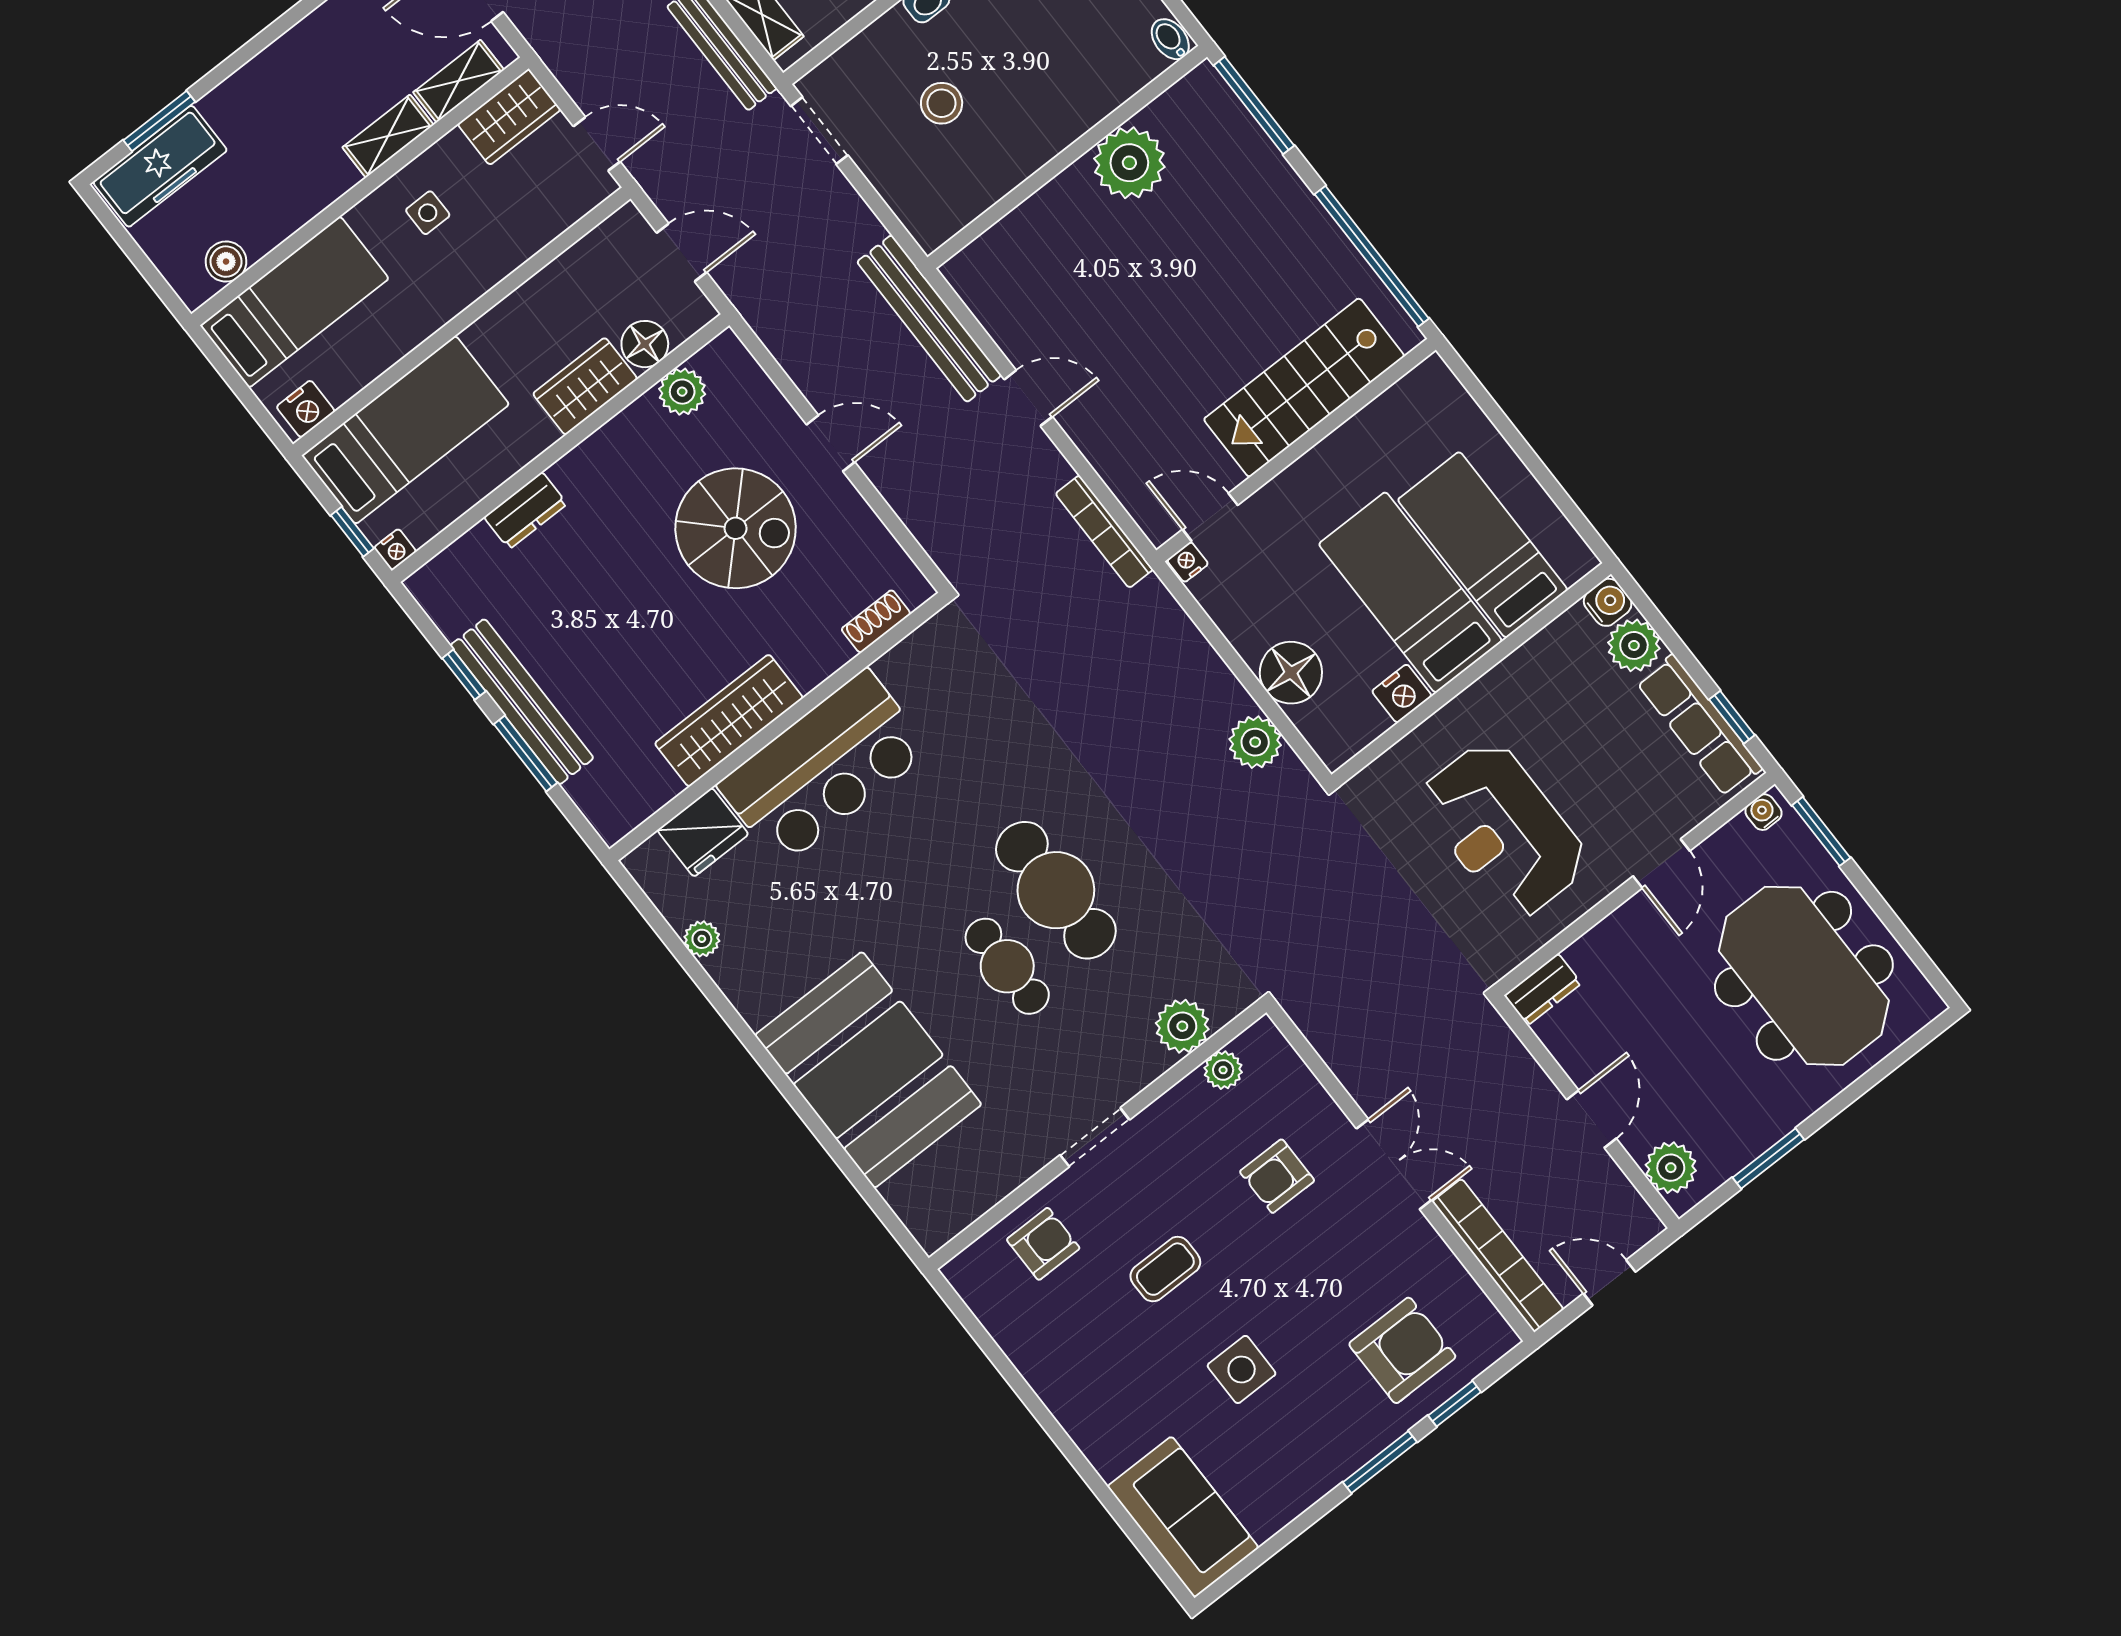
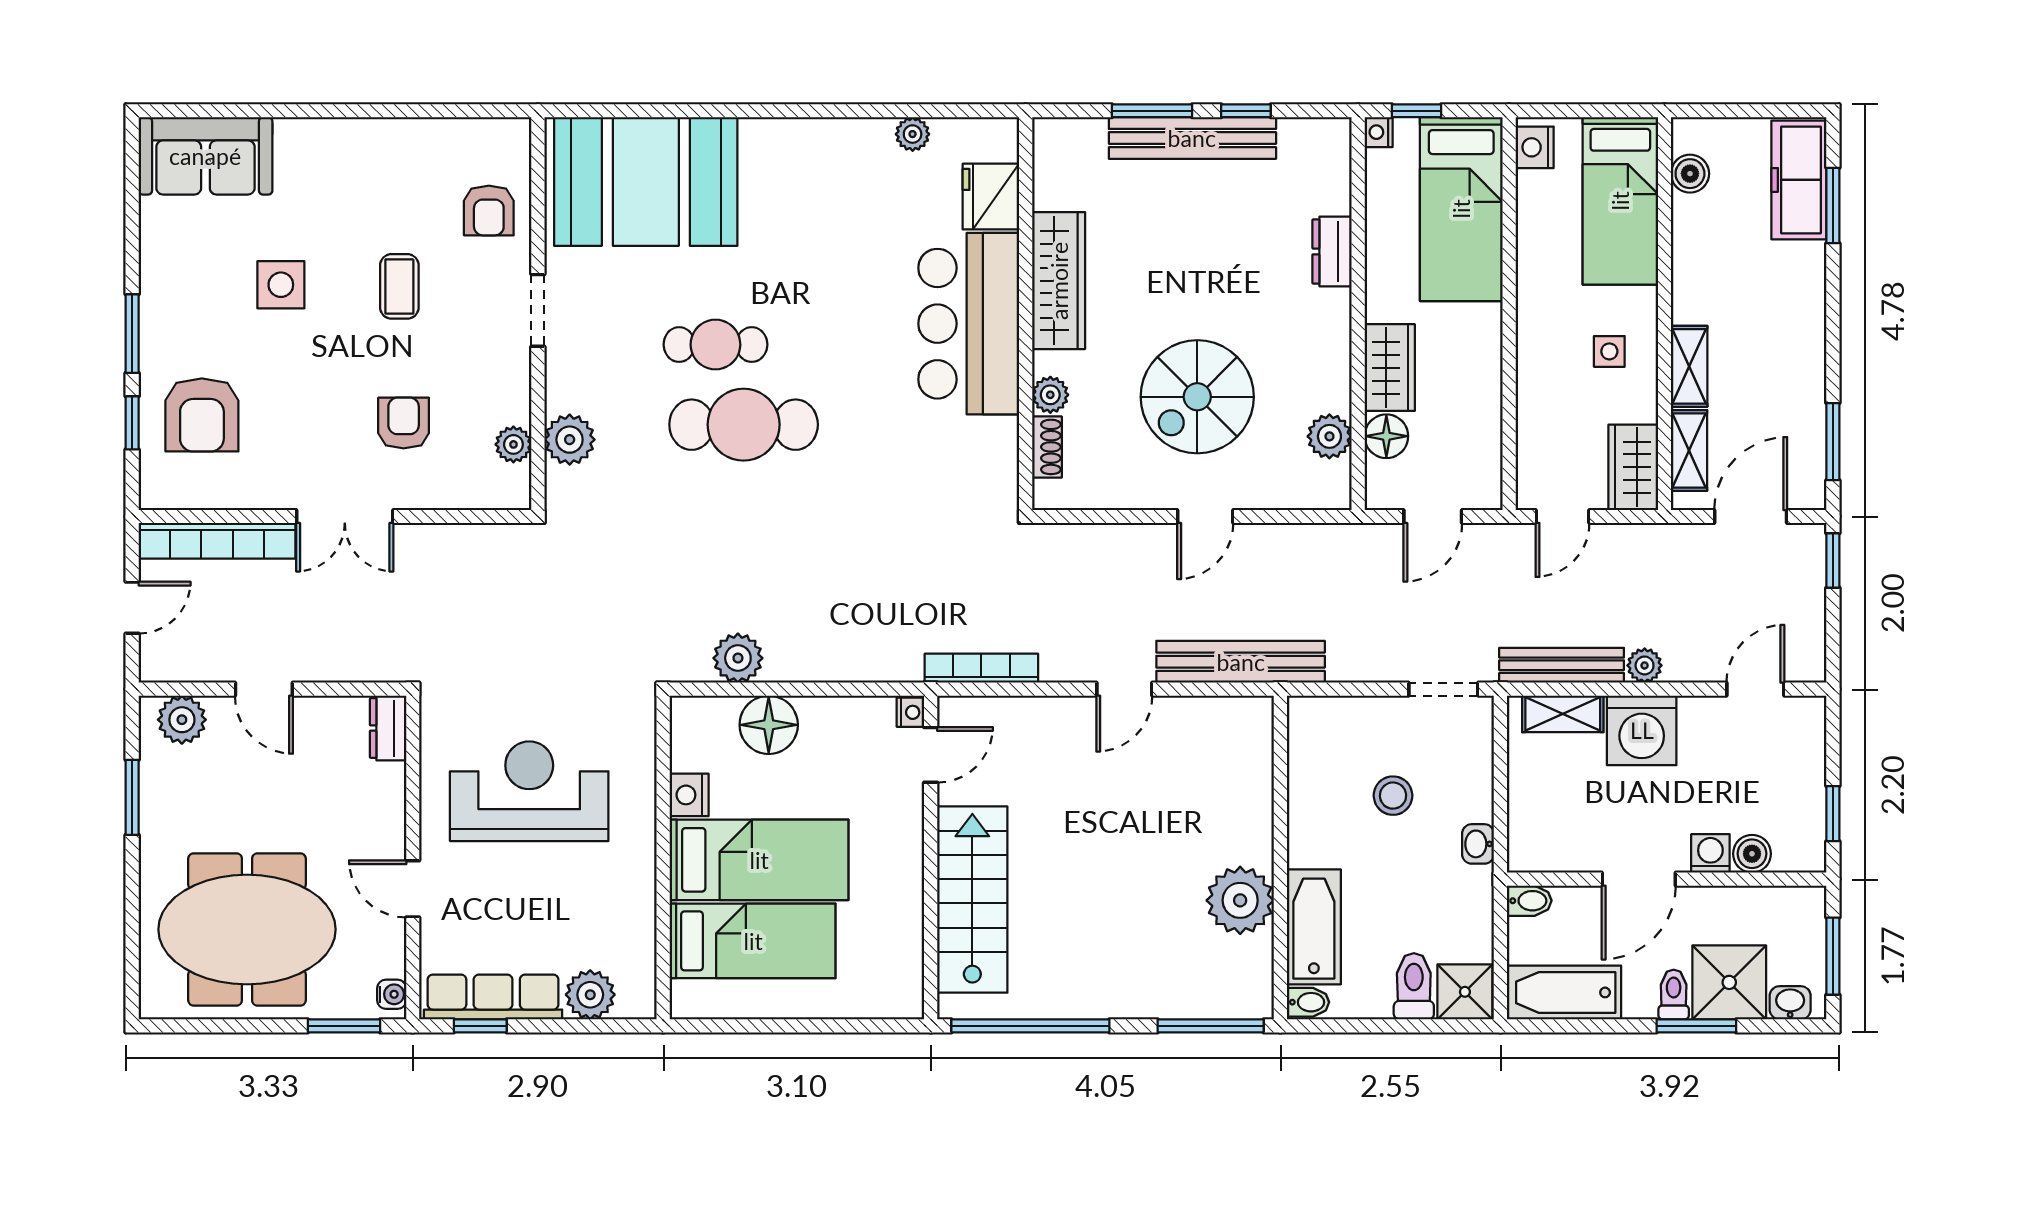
bathtub: (1103, 84) -> (1314, 927), added
water cooler: (1608, 602) -> (637, 1000), removed
plant: (830, 653) -> (1050, 395), added
booth: (868, 1070) -> (646, 182), moved

